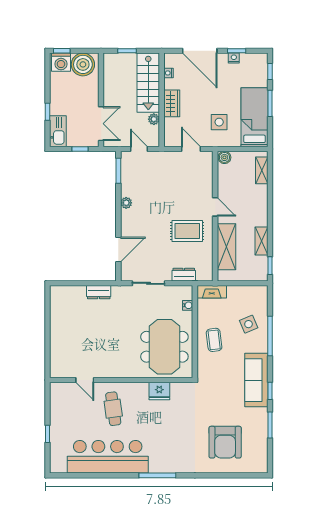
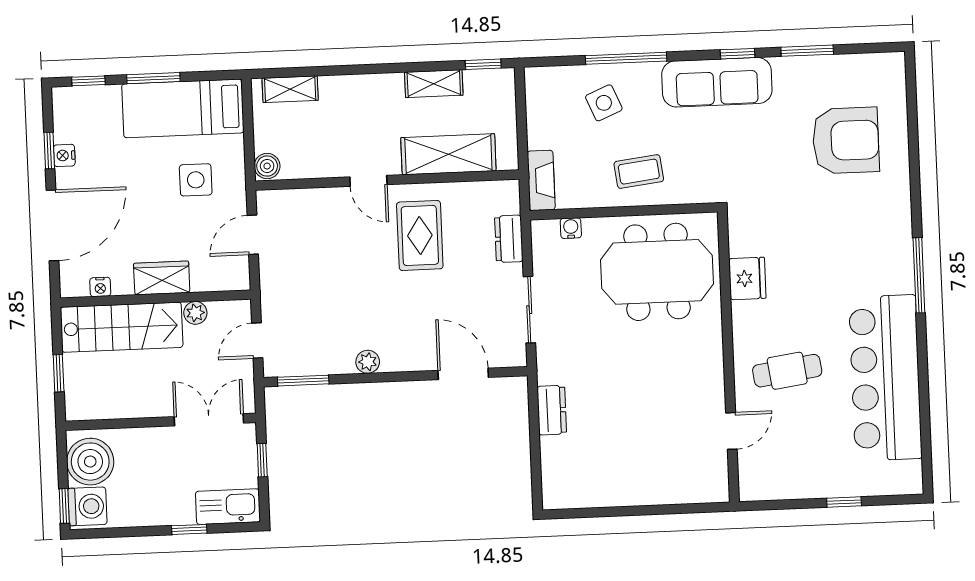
door: (215, 207) -> (368, 181), swing flipped

